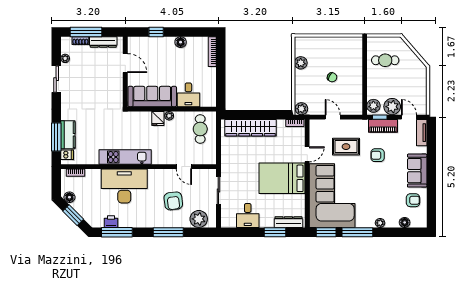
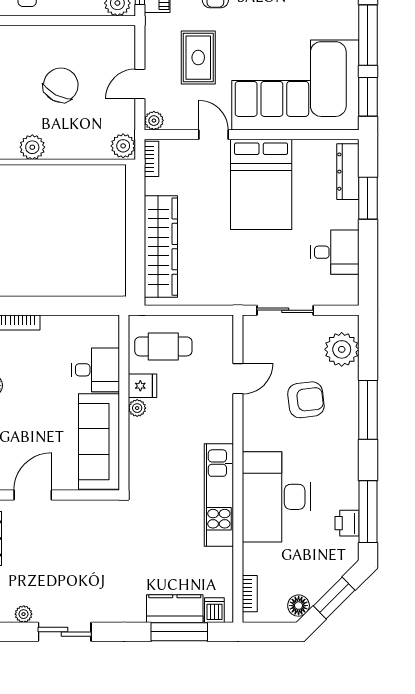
chair: (332, 77) -> (61, 85), width x1.87, depth x1.87
fridge: (158, 118) -> (143, 386), moved
plant: (314, 124) -> (154, 121), added

